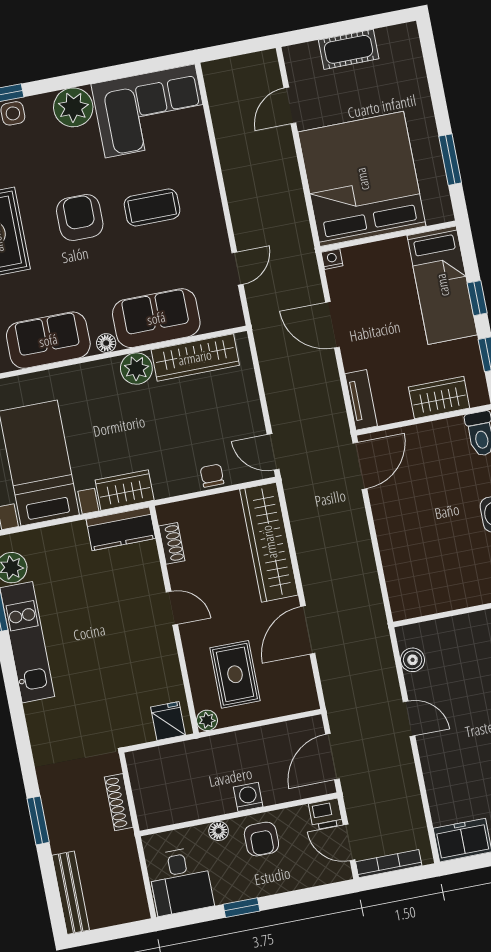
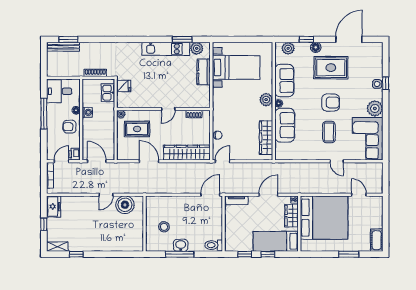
cot: (349, 49) -> (377, 240), moved
window: (450, 160) -> (349, 254), moved
door: (237, 268) -> (337, 161), moved
plant: (136, 369) -> (266, 100), moved
wardrobe: (439, 397) -> (292, 216), moved, turned 180
door: (360, 466) -> (210, 195), swing flipped
wardrobe: (125, 490) -> (219, 99), removed
kitchen counter: (121, 529) -> (204, 72), moved
stool: (460, 563) -> (164, 227), added
boiler: (413, 660) -> (125, 205), width x1.86, depth x1.86
fridge: (168, 721) -> (124, 86), moved
kitchen sink: (161, 762) -> (108, 93), added
washing machine: (248, 797) -> (87, 112), moved
window: (38, 820) -> (68, 39), moved
window: (242, 908) -> (44, 114), width x2.17

